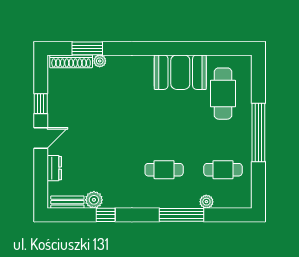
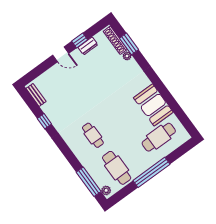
dresser: (54, 168) -> (88, 46), moved
cafe table: (223, 170) -> (117, 168), width x1.37, depth x1.35
plant: (94, 200) -> (48, 109), removed
plant: (206, 202) -> (106, 190), moved
window: (182, 215) -> (89, 182), moved

